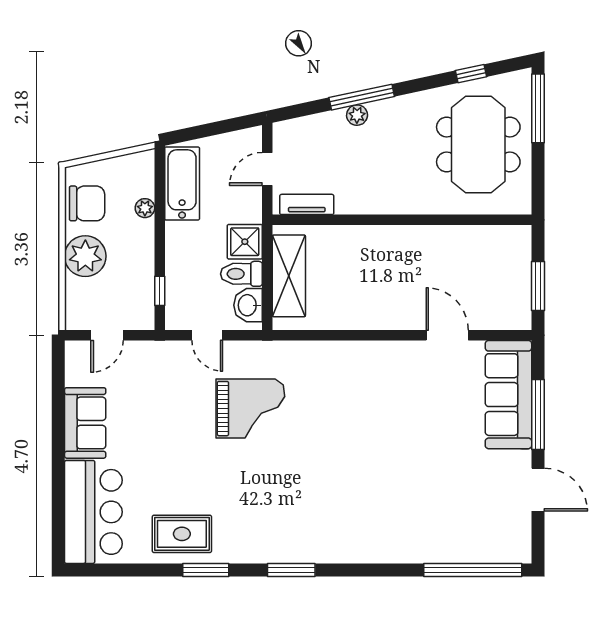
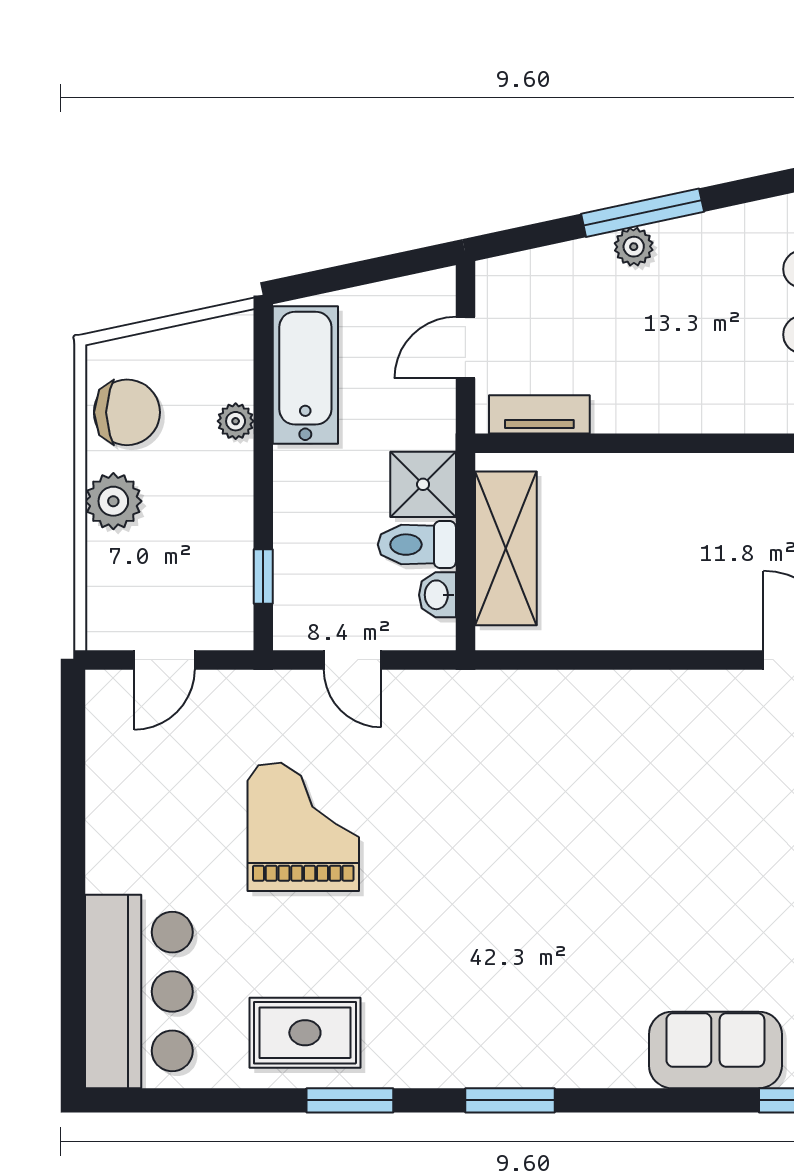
plant: (85, 256) -> (113, 501), width x0.73, depth x0.73
washbasin: (248, 305) -> (437, 595), width x0.72, depth x0.69
grand piano: (250, 409) -> (303, 827), moved, turned -90
sofa: (85, 423) -> (715, 1050), moved, turned -90

